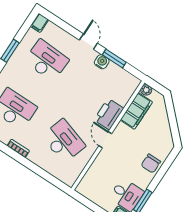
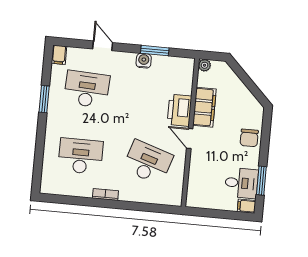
door: (88, 42) -> (103, 46), moved
filing cabinet: (136, 111) -> (204, 107), moved

